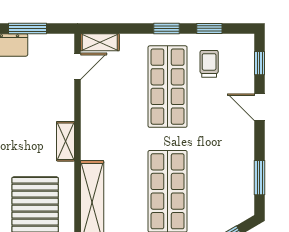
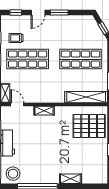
shelving: (66, 141) -> (44, 111), moved
window: (260, 178) -> (59, 12), moved

